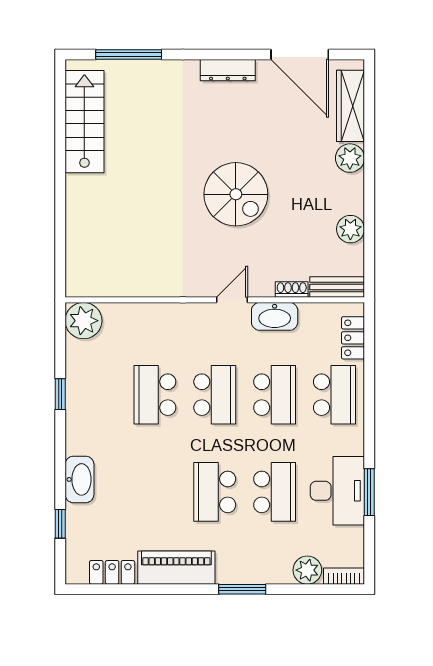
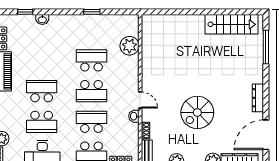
spiral stairs: (236, 194) -> (197, 112), moved
washbasin: (275, 316) -> (134, 116), width x0.52, depth x0.69
plant: (83, 321) -> (129, 46), moved
school desk: (275, 395) -> (91, 122), turned 180
washbasin: (79, 479) -> (42, 19), width x0.52, depth x0.69

